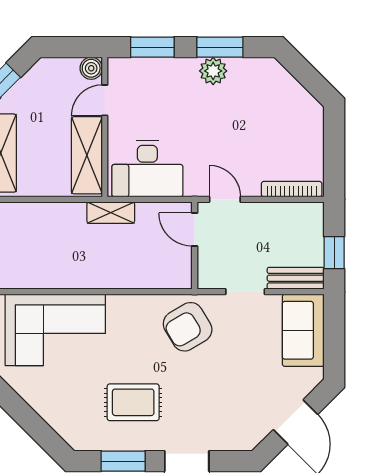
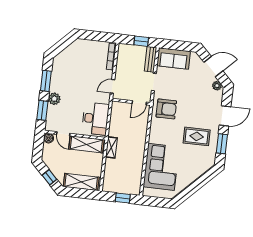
plant: (213, 71) -> (54, 99), moved
shelving: (111, 213) -> (111, 147), moved
door: (195, 229) -> (139, 103), moved
armchair: (188, 327) -> (166, 109), turned -59
rug: (133, 402) -> (197, 136), turned 90
plant: (253, 435) -> (217, 86), added

